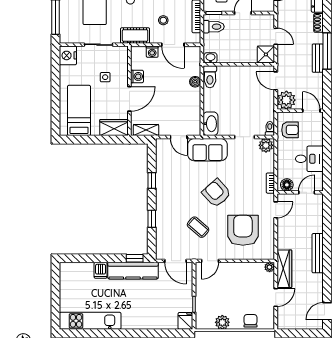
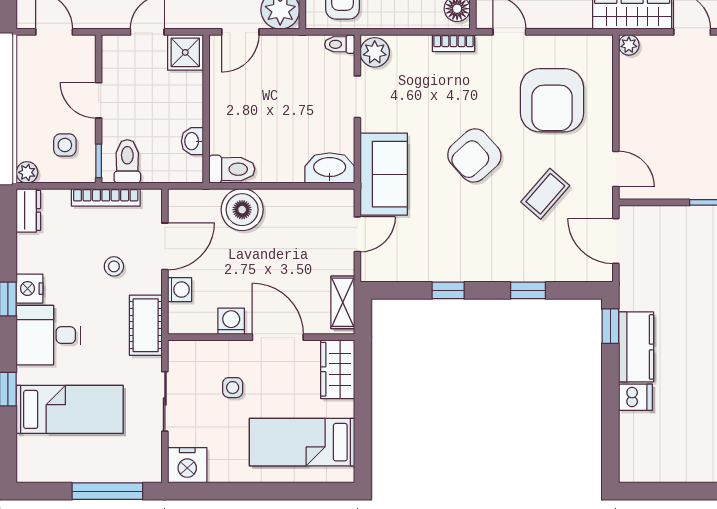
washbasin: (210, 58) -> (192, 141), moved
boiler: (195, 82) -> (242, 210), width x1.86, depth x1.86
armchair: (243, 230) -> (552, 100), turned -90
door: (175, 261) -> (616, 241), swing flipped
kitchen counter: (133, 271) -> (636, 347), width x0.67

